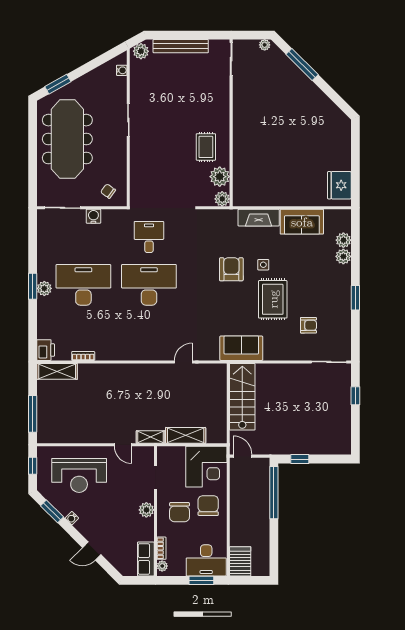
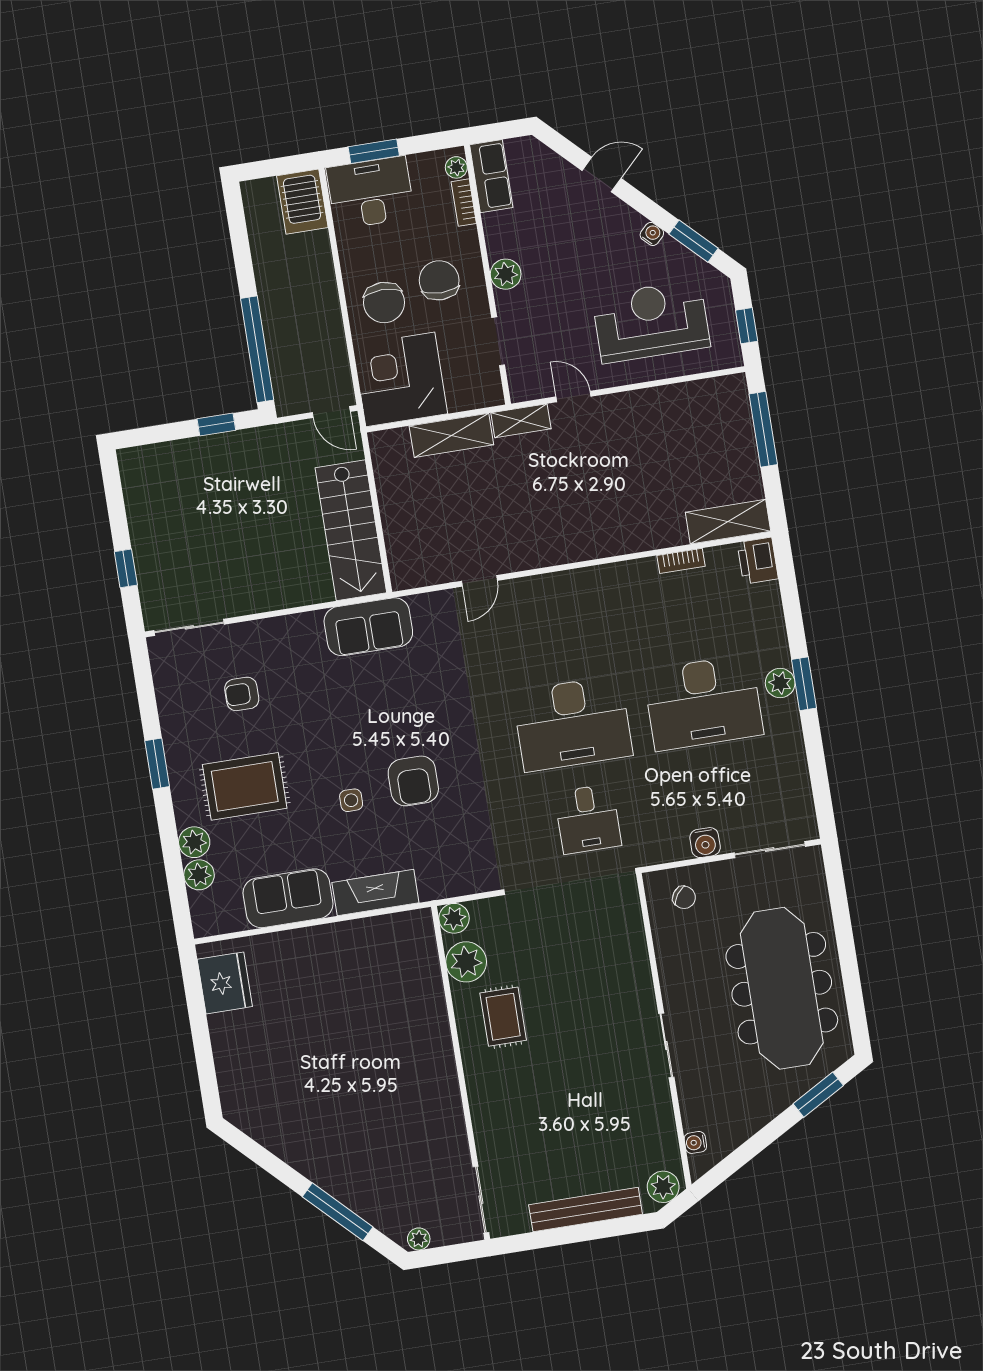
rug: (273, 299) -> (245, 786), moved, turned 90

